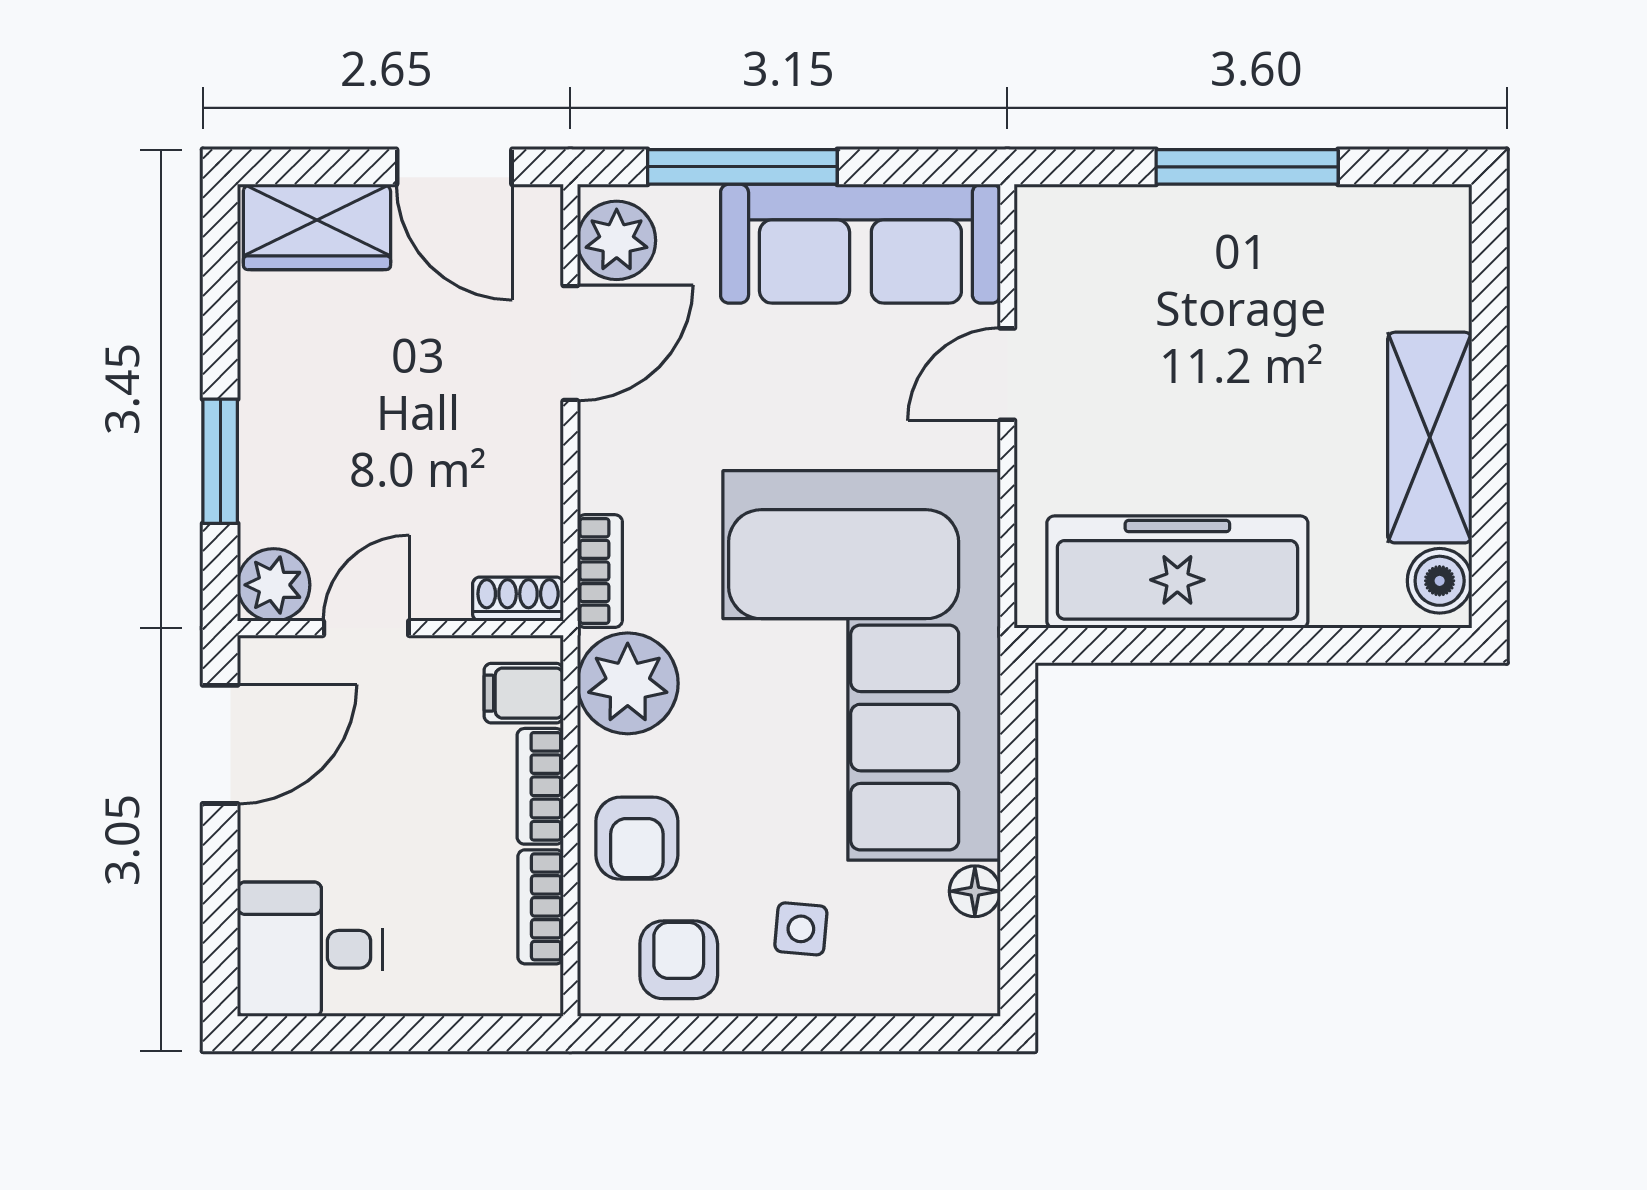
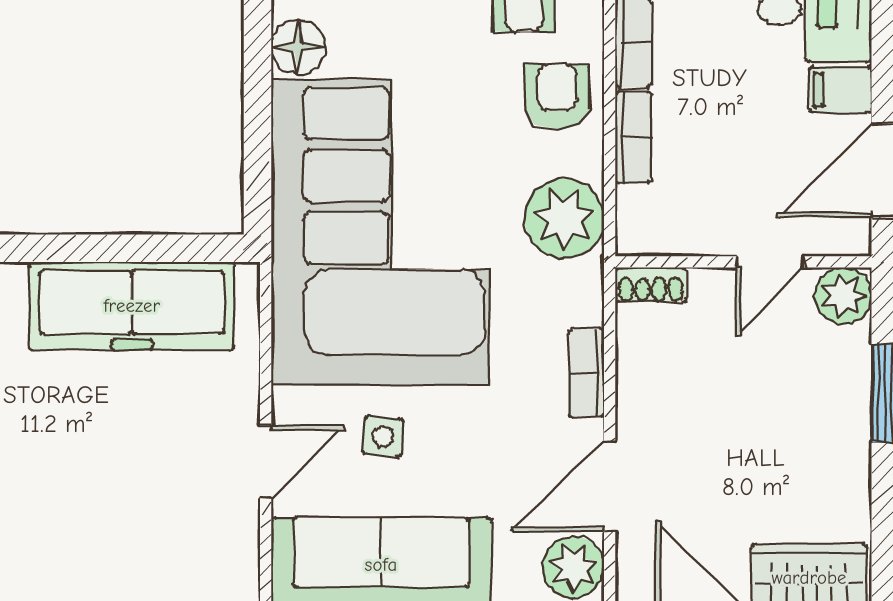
bookcase: (600, 571) -> (586, 373), moved
filing cabinet: (524, 693) -> (840, 90), moved, turned 180
floor lamp: (975, 891) -> (299, 47), width x1.37, depth x1.37
side table: (801, 929) -> (383, 436), moved

